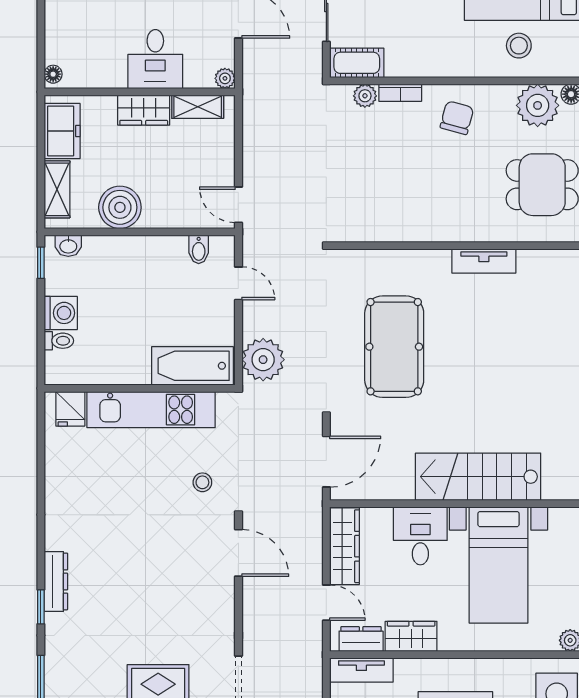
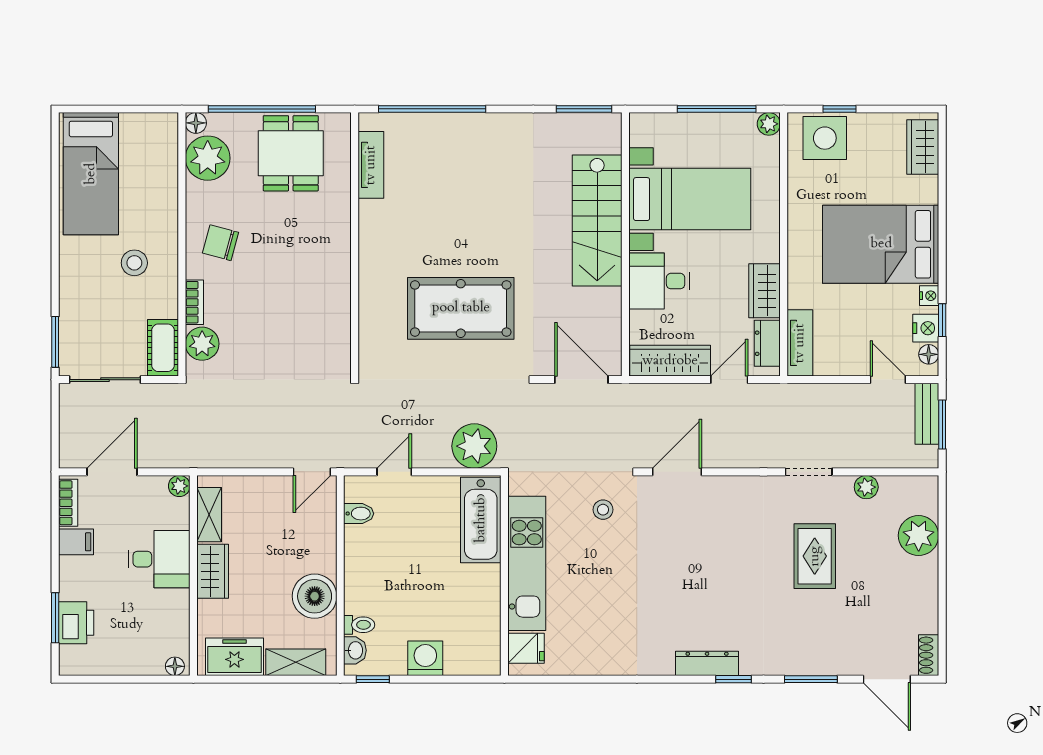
stool: (519, 46) -> (134, 263), moved
plant: (365, 96) -> (202, 344), width x1.38, depth x1.38
tv unit: (484, 261) -> (371, 165), moved
toilet: (59, 341) -> (359, 625), moved, turned 90

